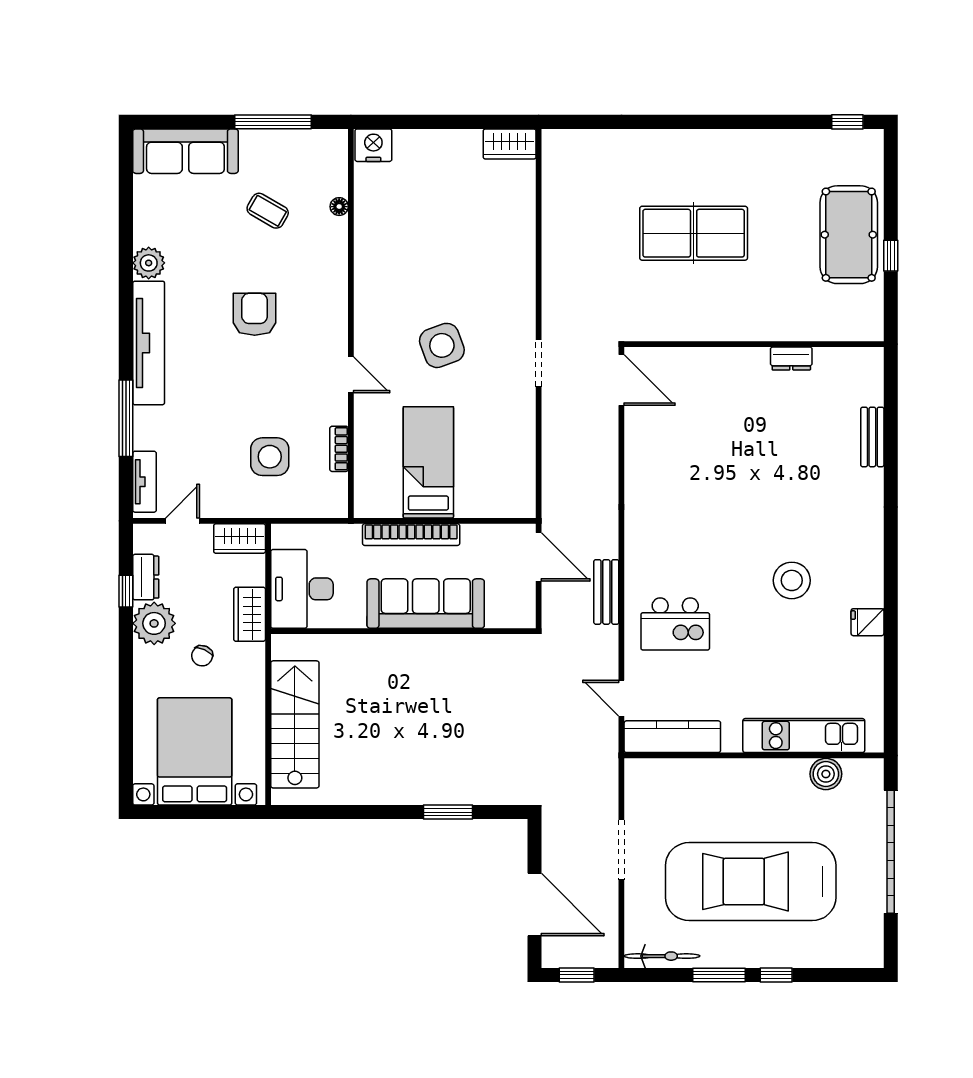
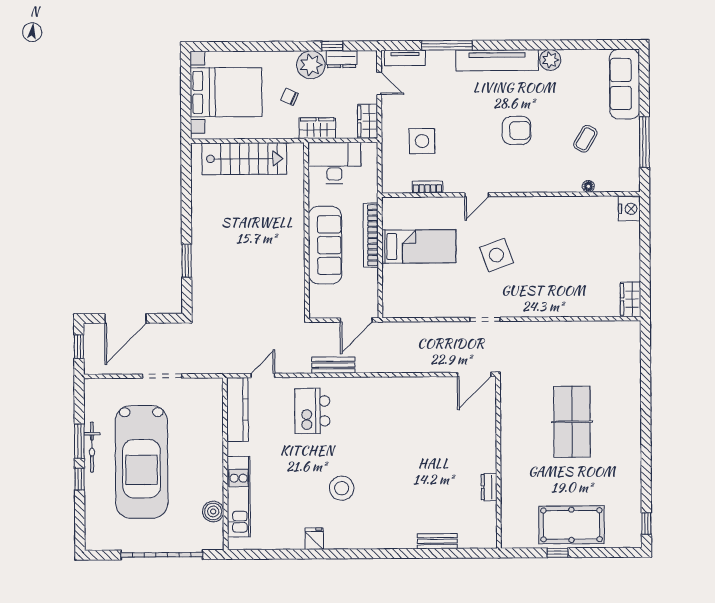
car: (751, 882) -> (142, 462), turned 180
bicycle: (662, 956) -> (92, 447), moved

